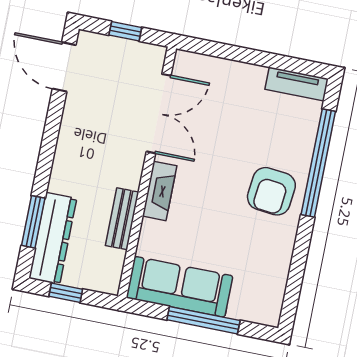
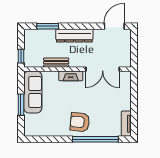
window: (125, 31) -> (134, 49), removed
dresser: (53, 238) -> (74, 36), moved
window: (66, 293) -> (21, 56), moved
window: (203, 320) -> (21, 105), width x0.69

